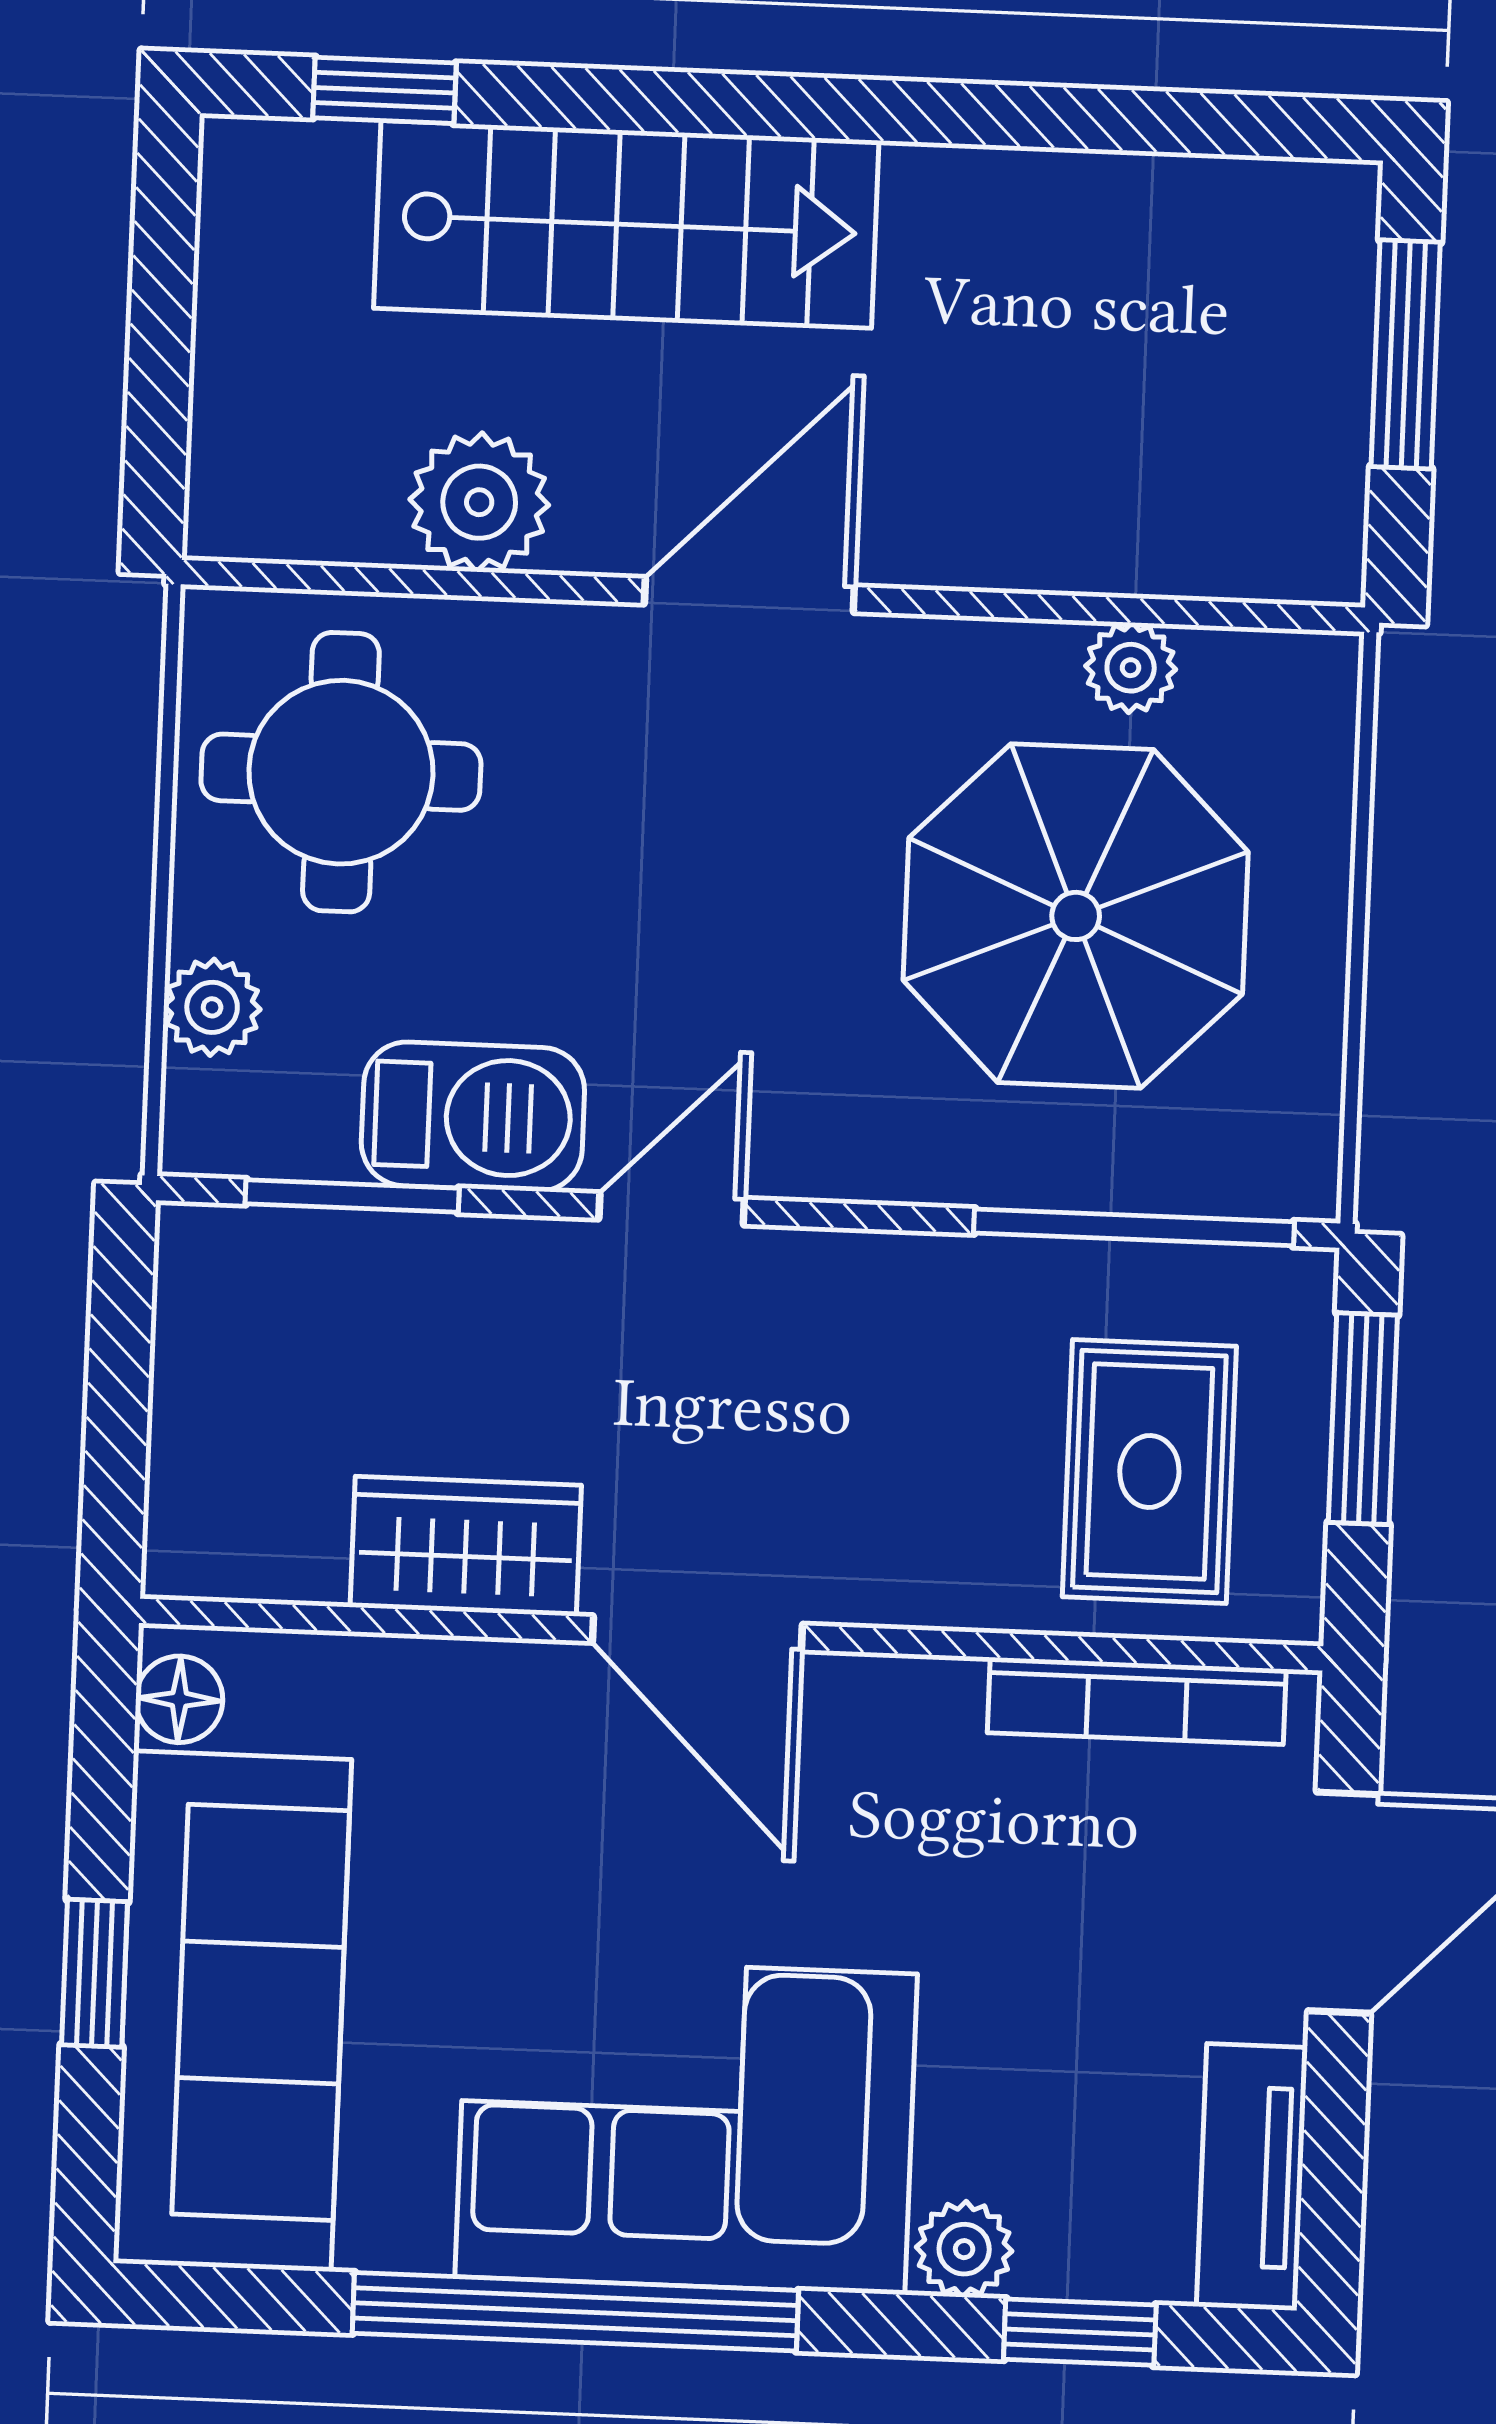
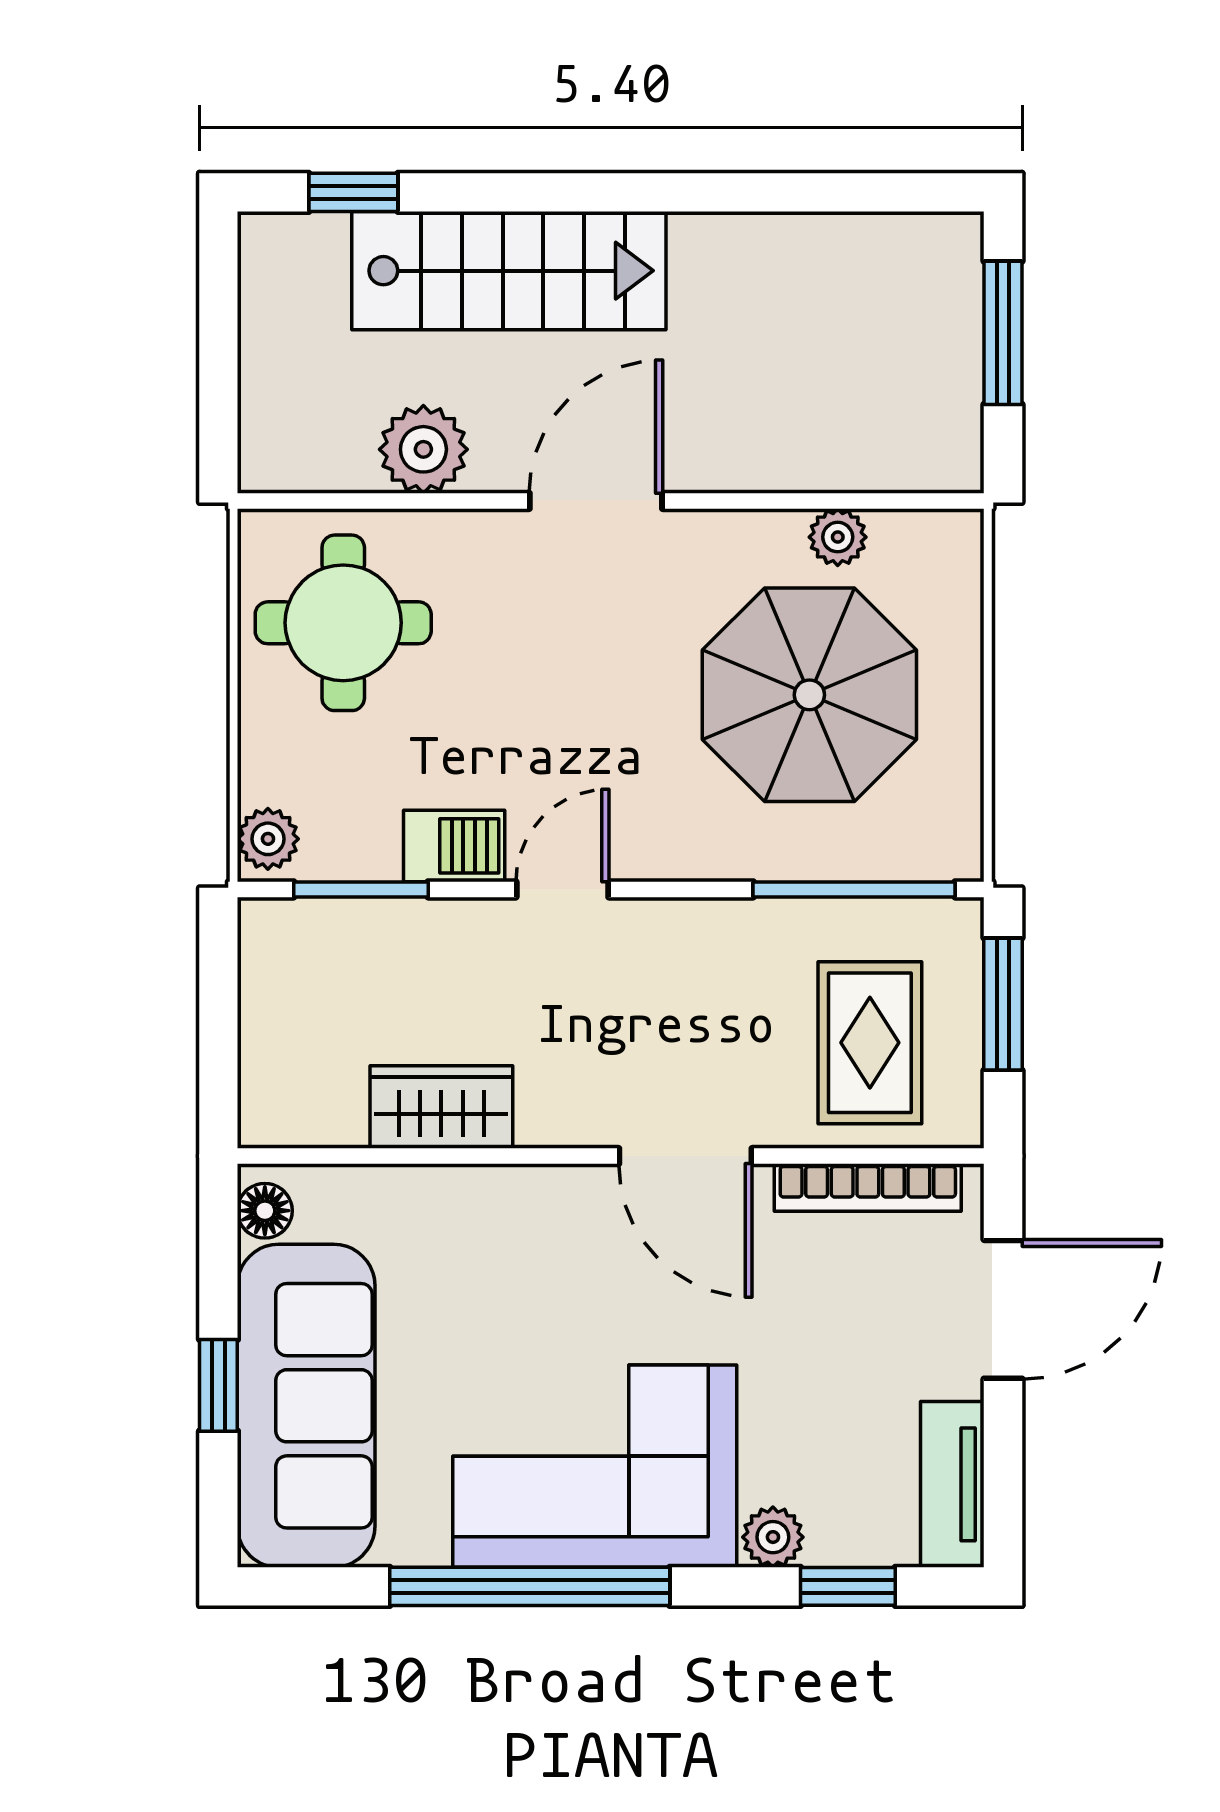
plant: (212, 1007) -> (268, 839), moved
barbecue: (473, 1117) -> (454, 846), width x0.73, depth x0.79
door: (697, 1633) -> (685, 1156), moved

